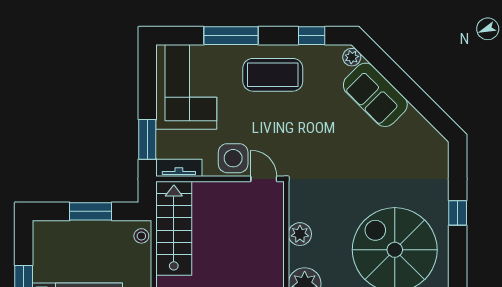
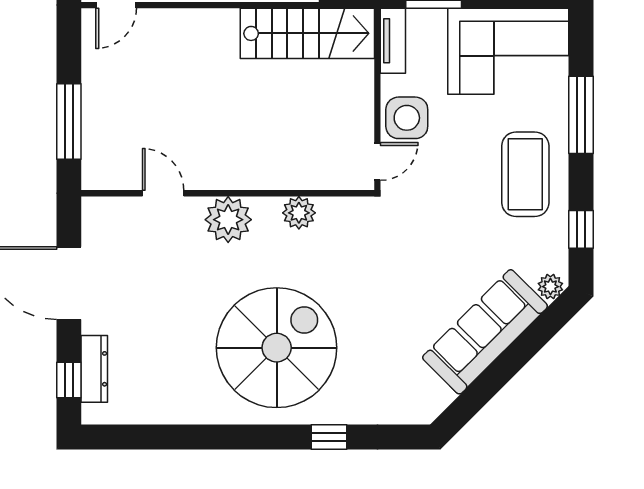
sofa: (375, 95) -> (485, 332), width x1.36

